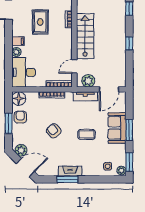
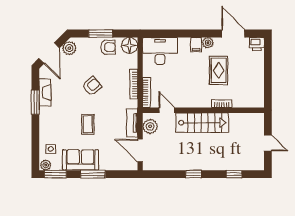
rug: (40, 22) -> (219, 70), turned 90
plant: (16, 52) -> (208, 43), moved
sofa: (117, 128) -> (80, 160), moved
fireplace: (70, 171) -> (45, 92), moved

